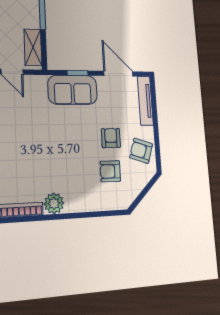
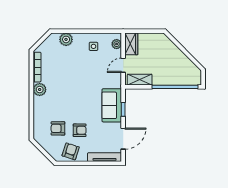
armchair: (110, 171) -> (58, 128), turned -90

